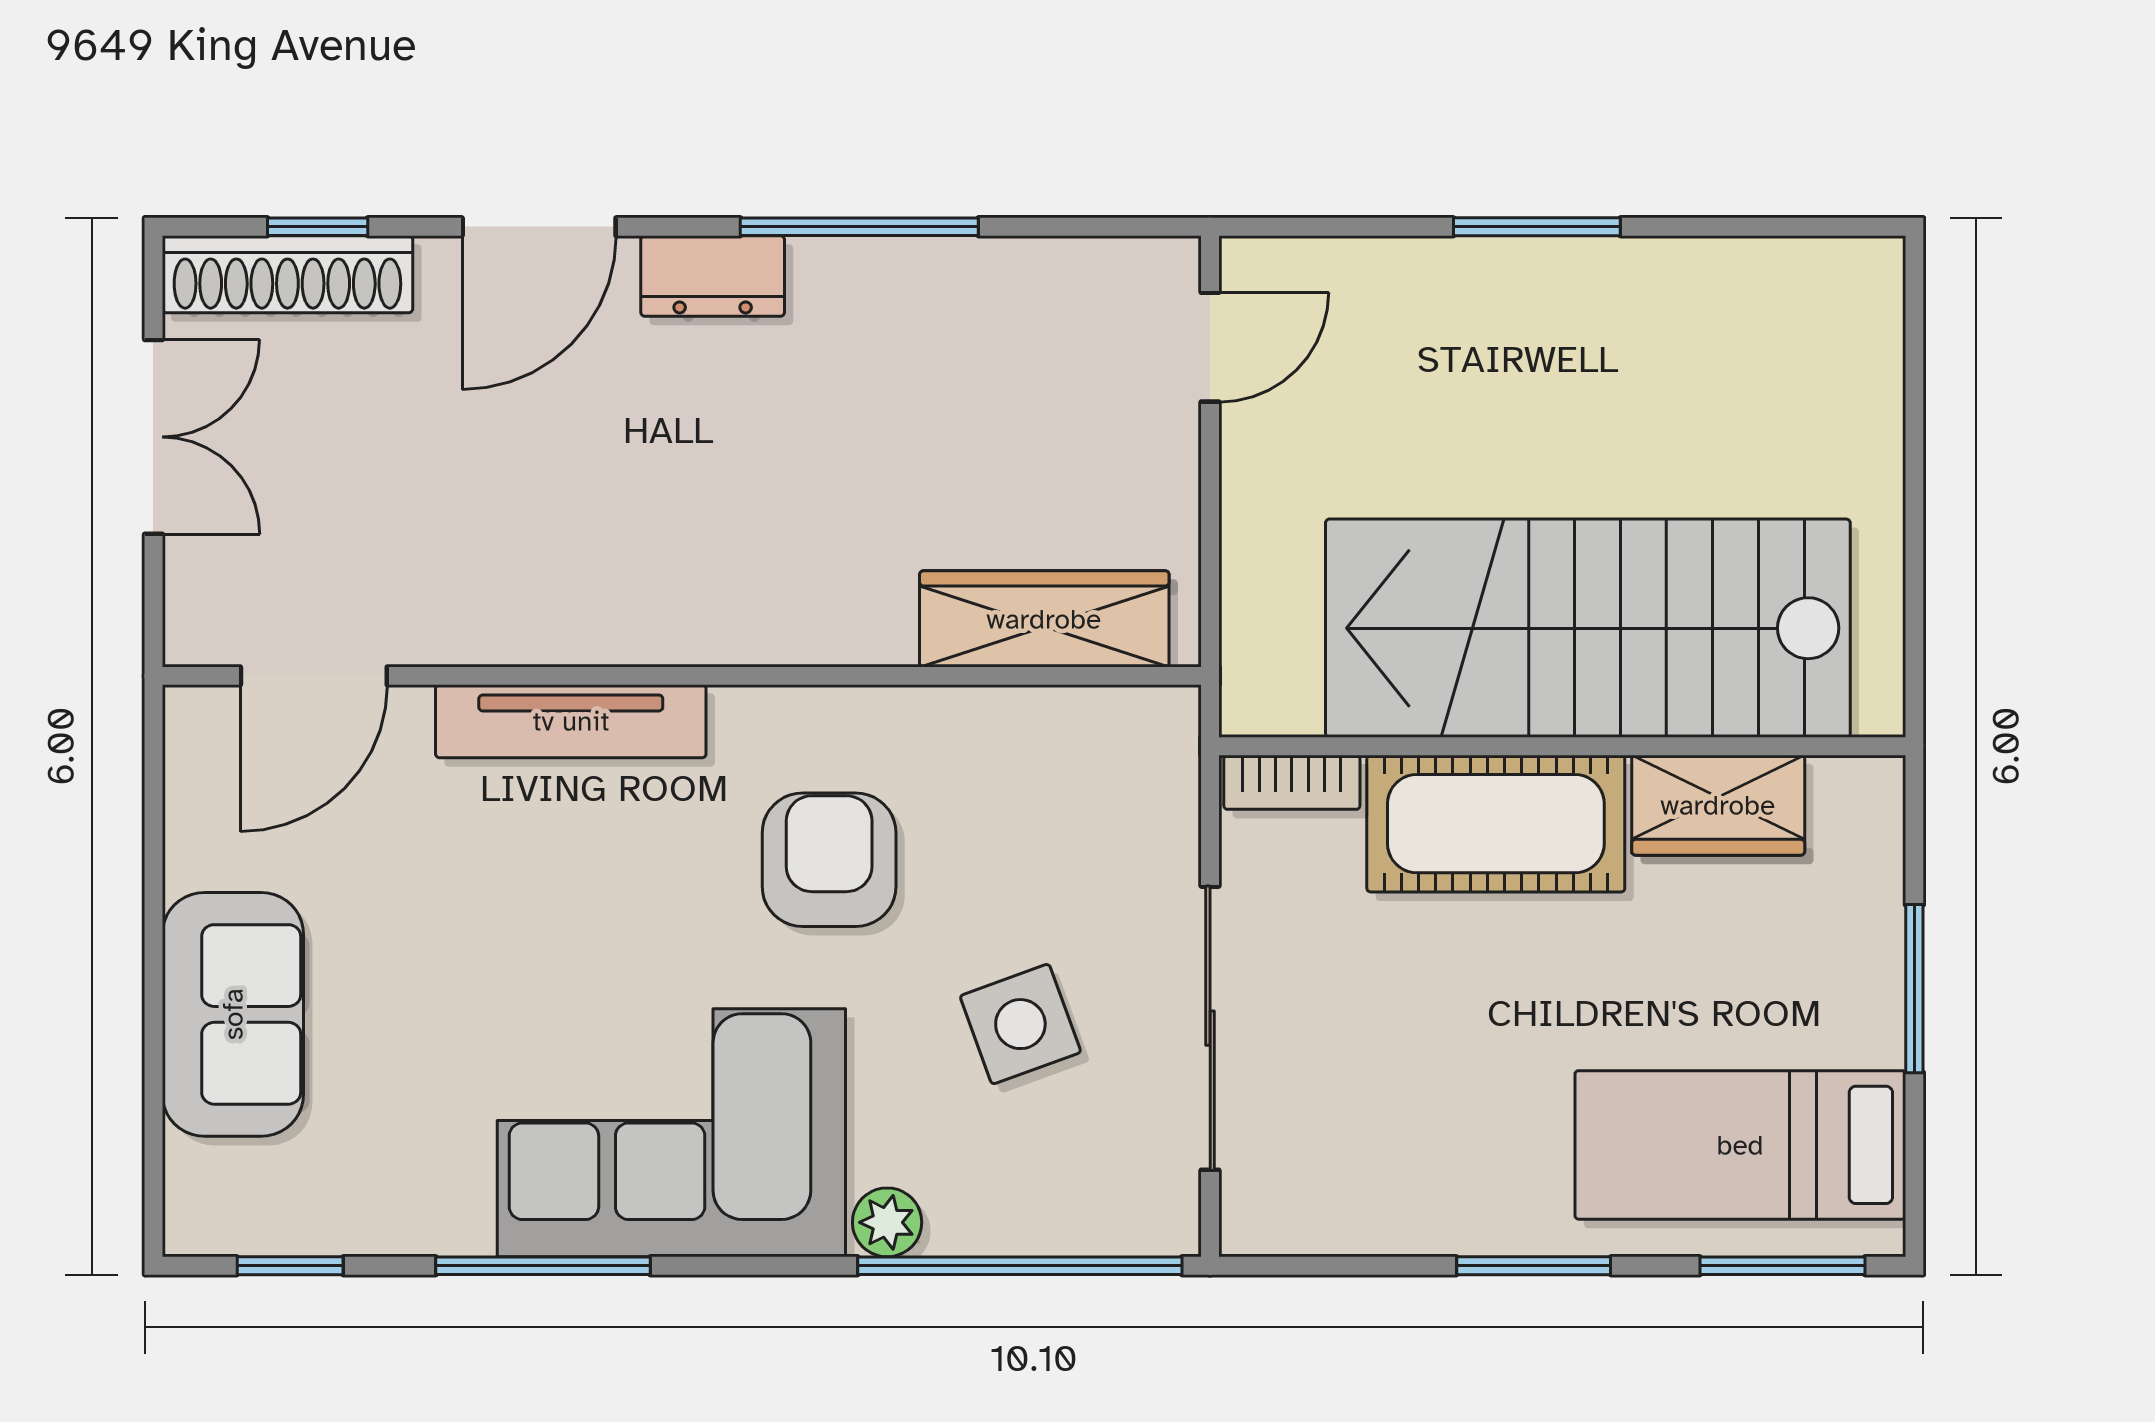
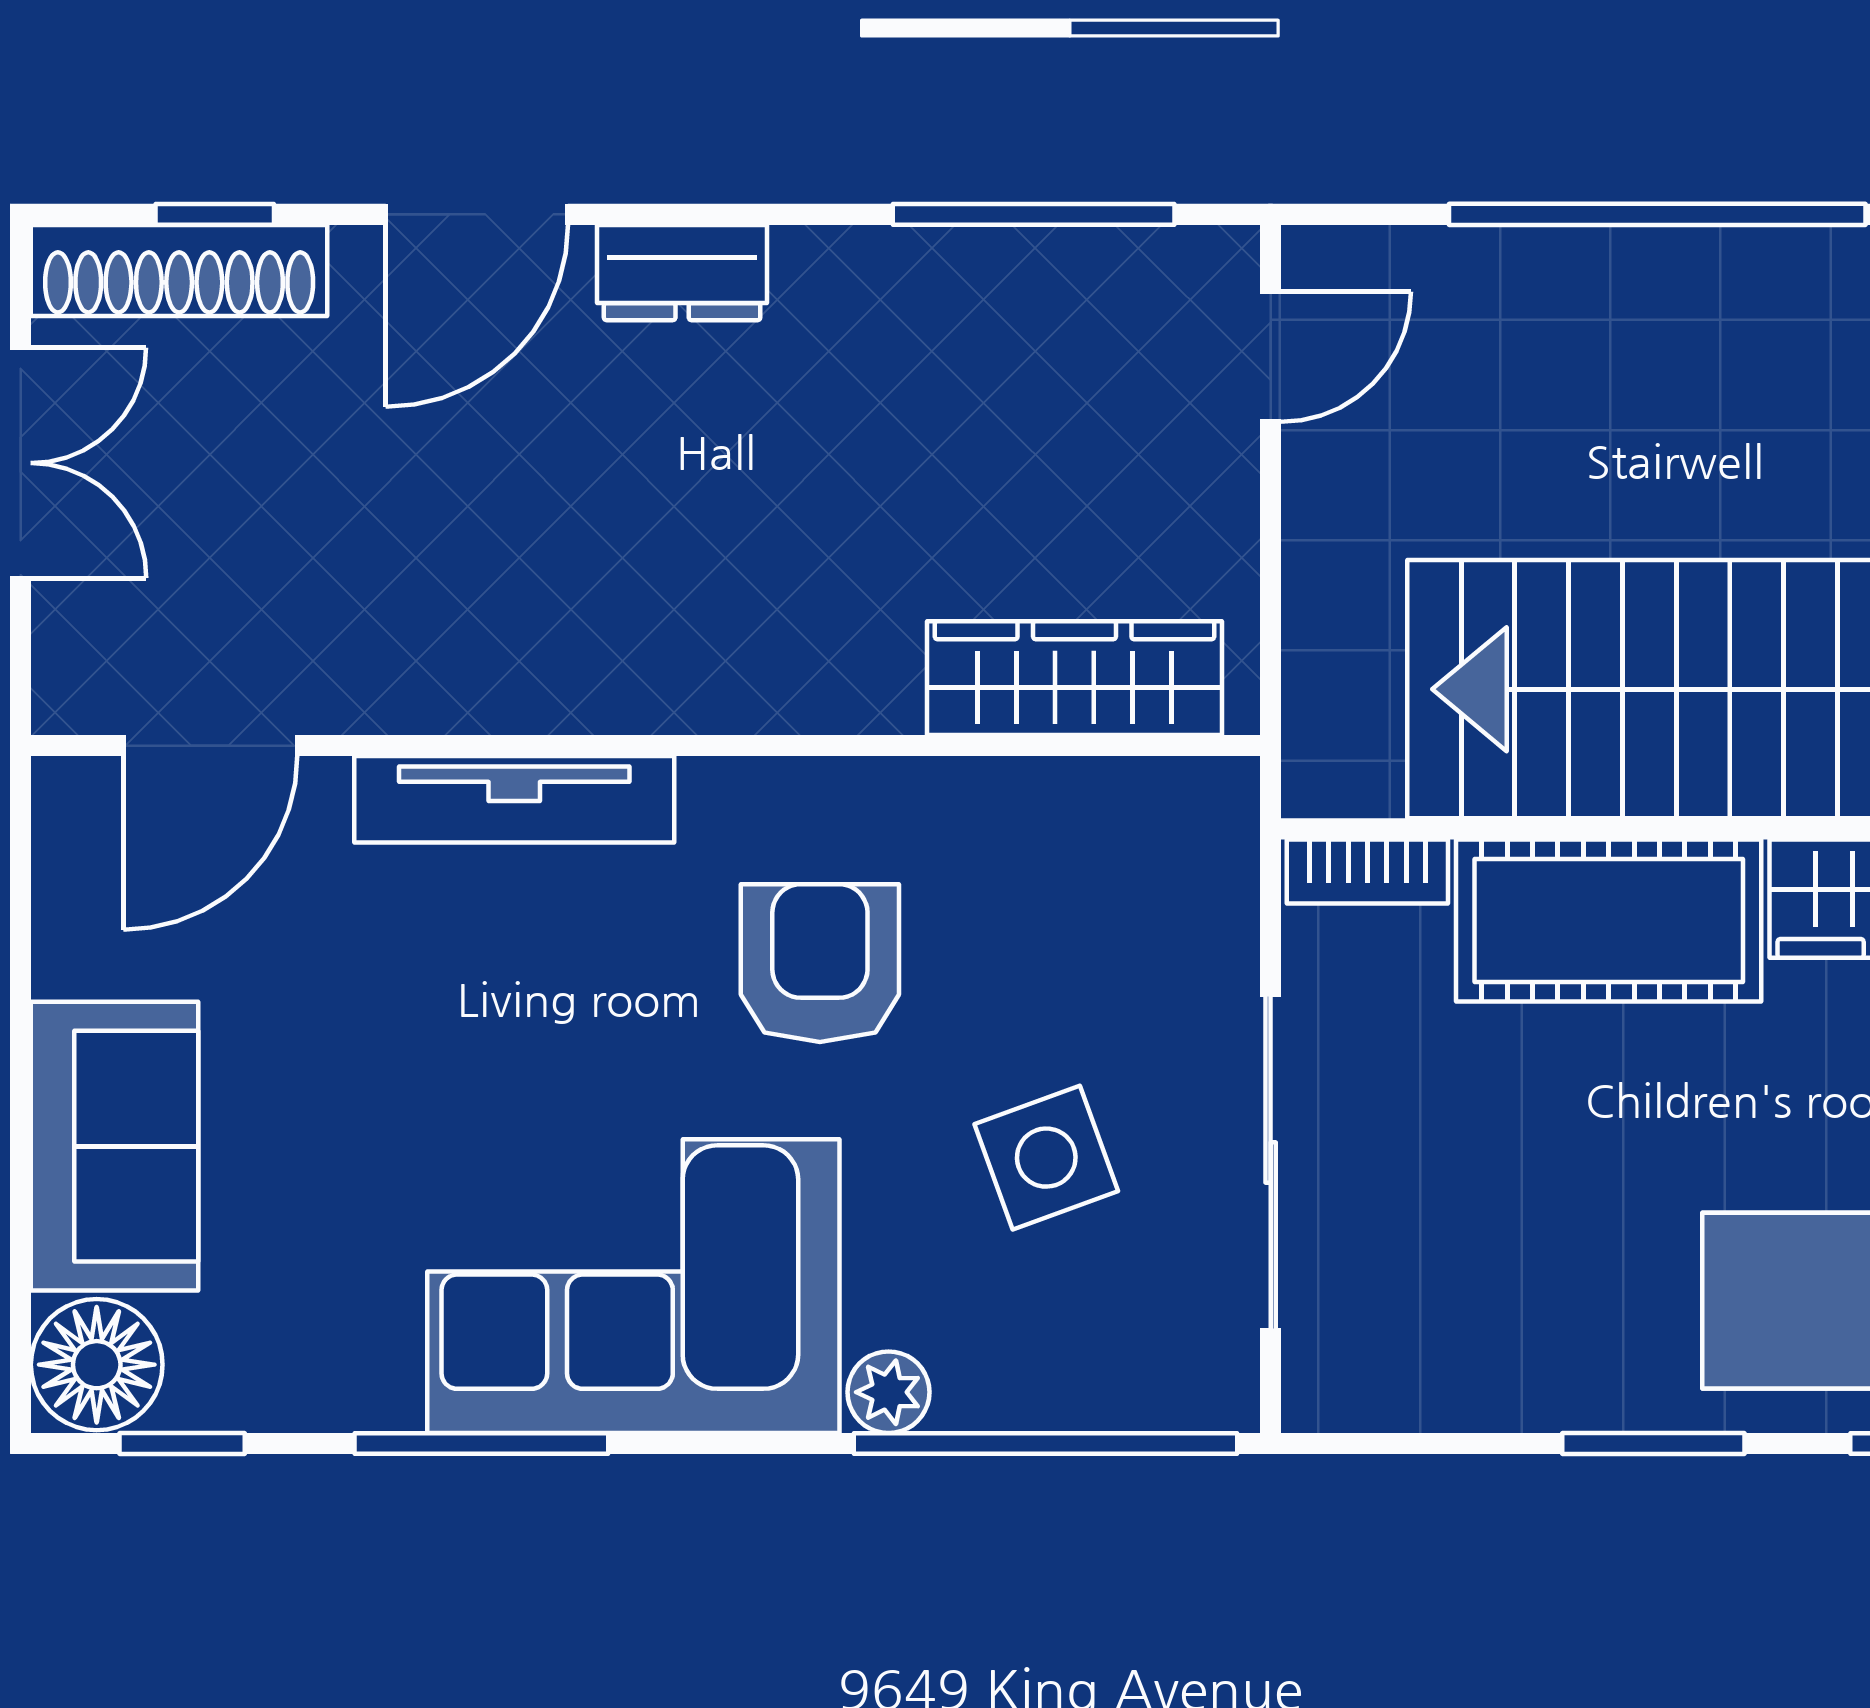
window: (859, 227) -> (1034, 214), moved
window: (1537, 227) -> (1657, 214), width x2.11
floor lamp: (218, 1199) -> (97, 1365), added

